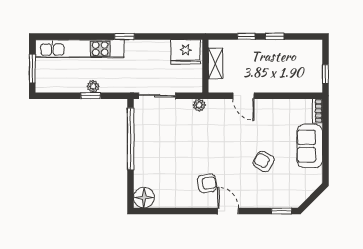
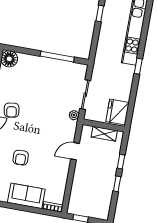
plant: (93, 86) -> (104, 35), removed
window: (91, 96) -> (100, 13), moved
sliding door: (157, 96) -> (85, 95), moved
window: (131, 139) -> (57, 57), width x0.68
armchair: (264, 161) -> (21, 158), turned 148

